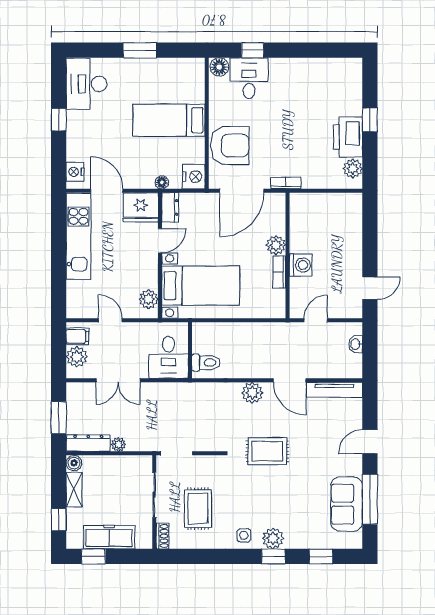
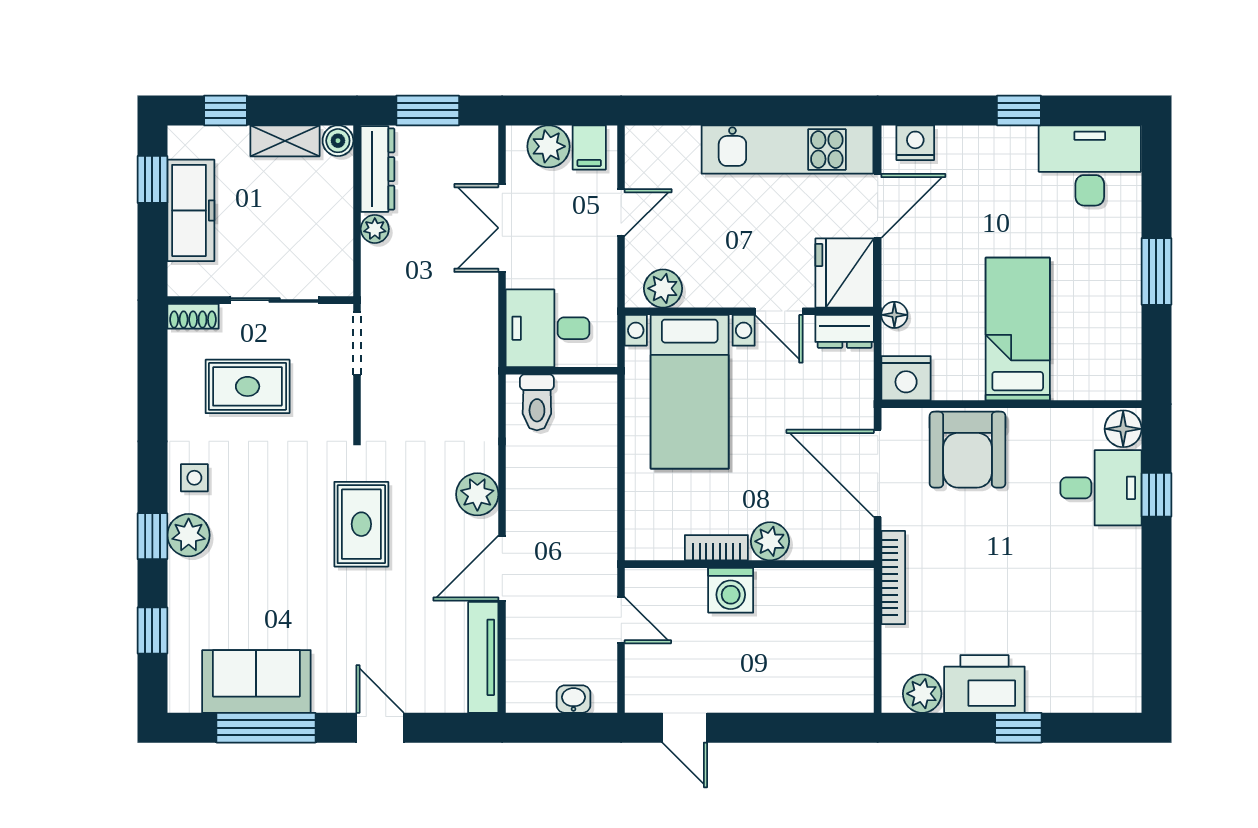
bookcase: (286, 183) -> (893, 577), width x1.56

